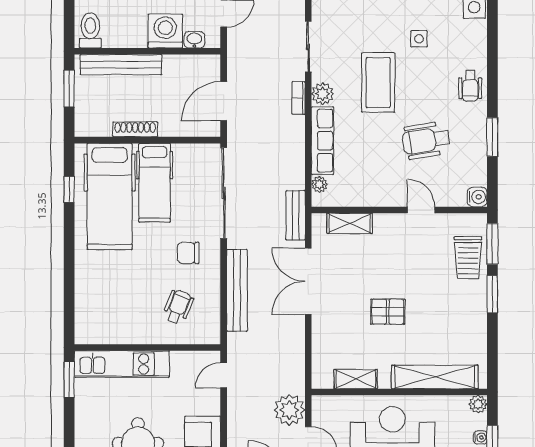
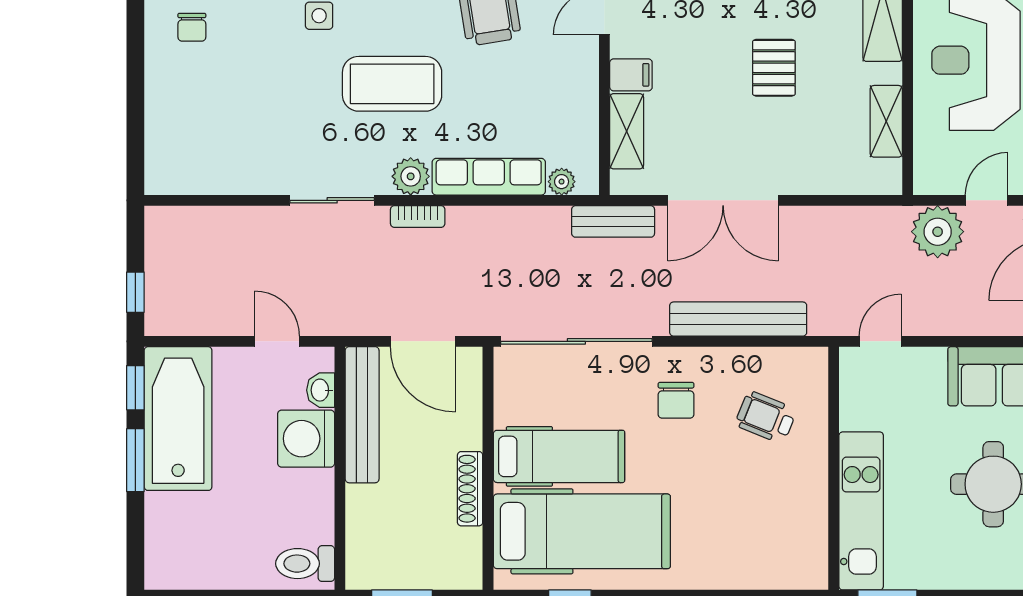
bench: (121, 65) -> (362, 415), moved
filing cabinet: (384, 226) -> (631, 75), added
door: (224, 375) -> (880, 341), swing flipped

